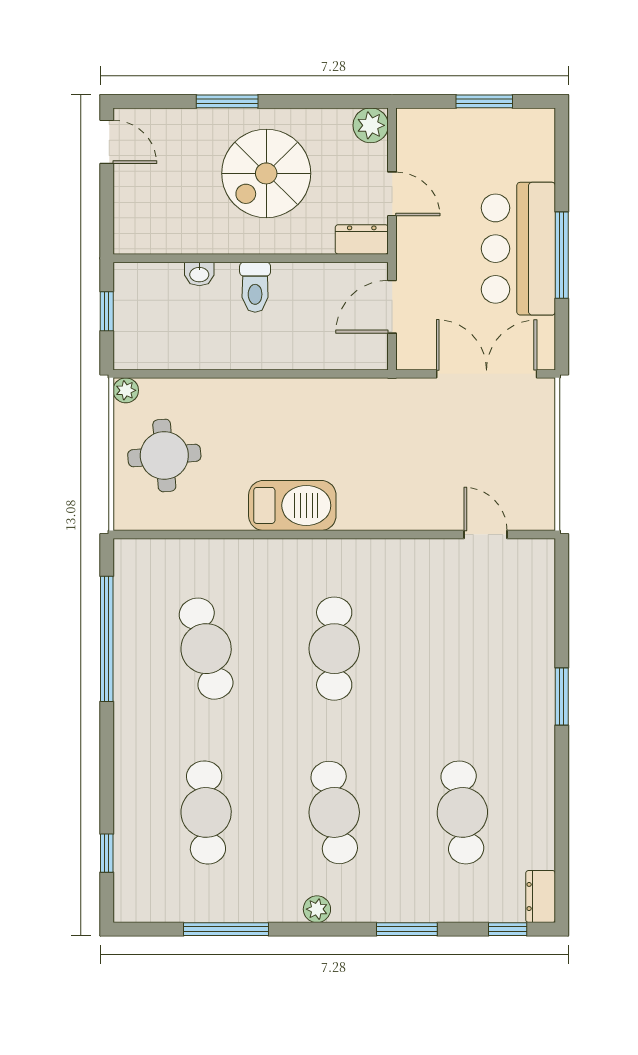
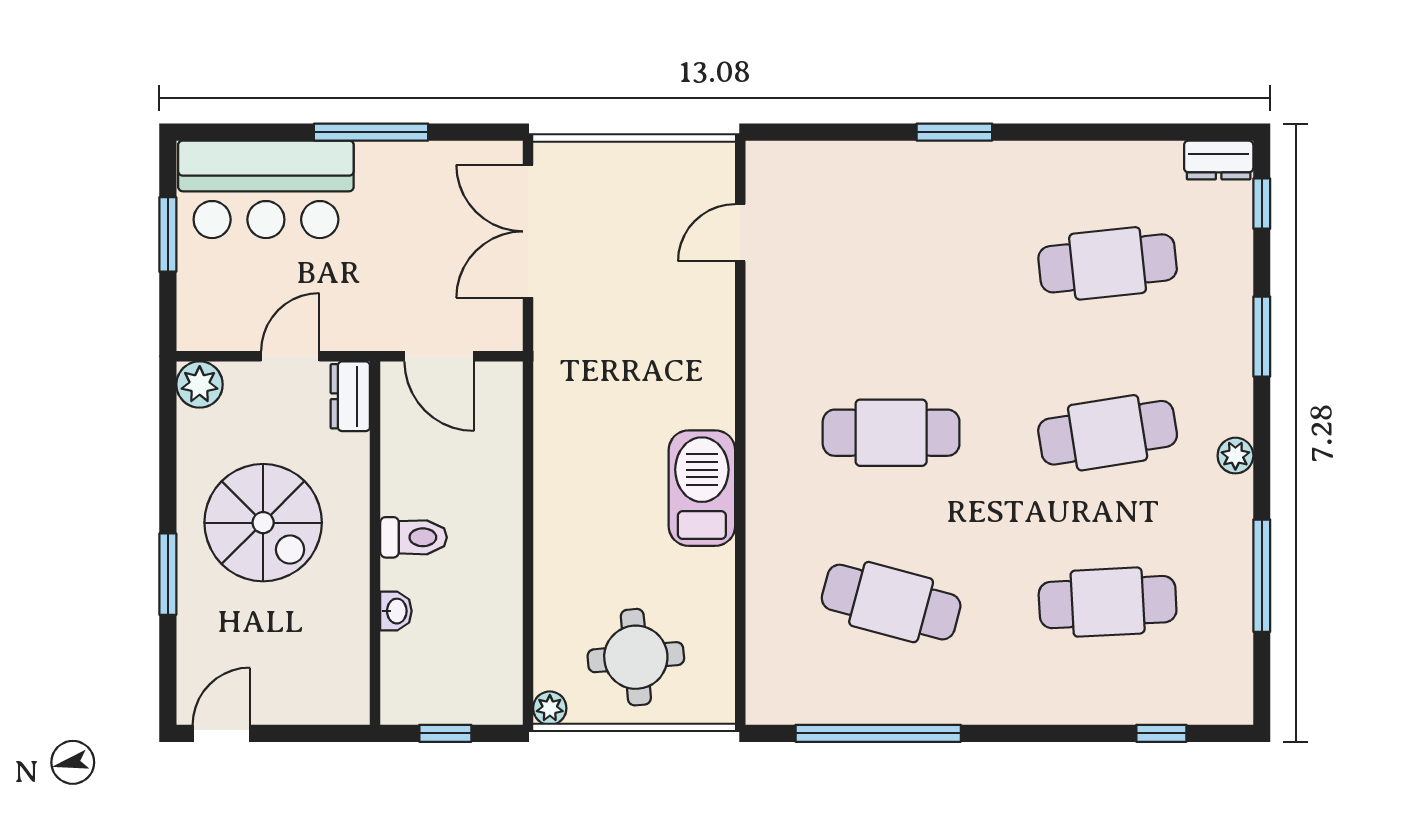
bar counter: (518, 249) -> (266, 189), moved
cafe table: (206, 649) -> (891, 602), turned 30

